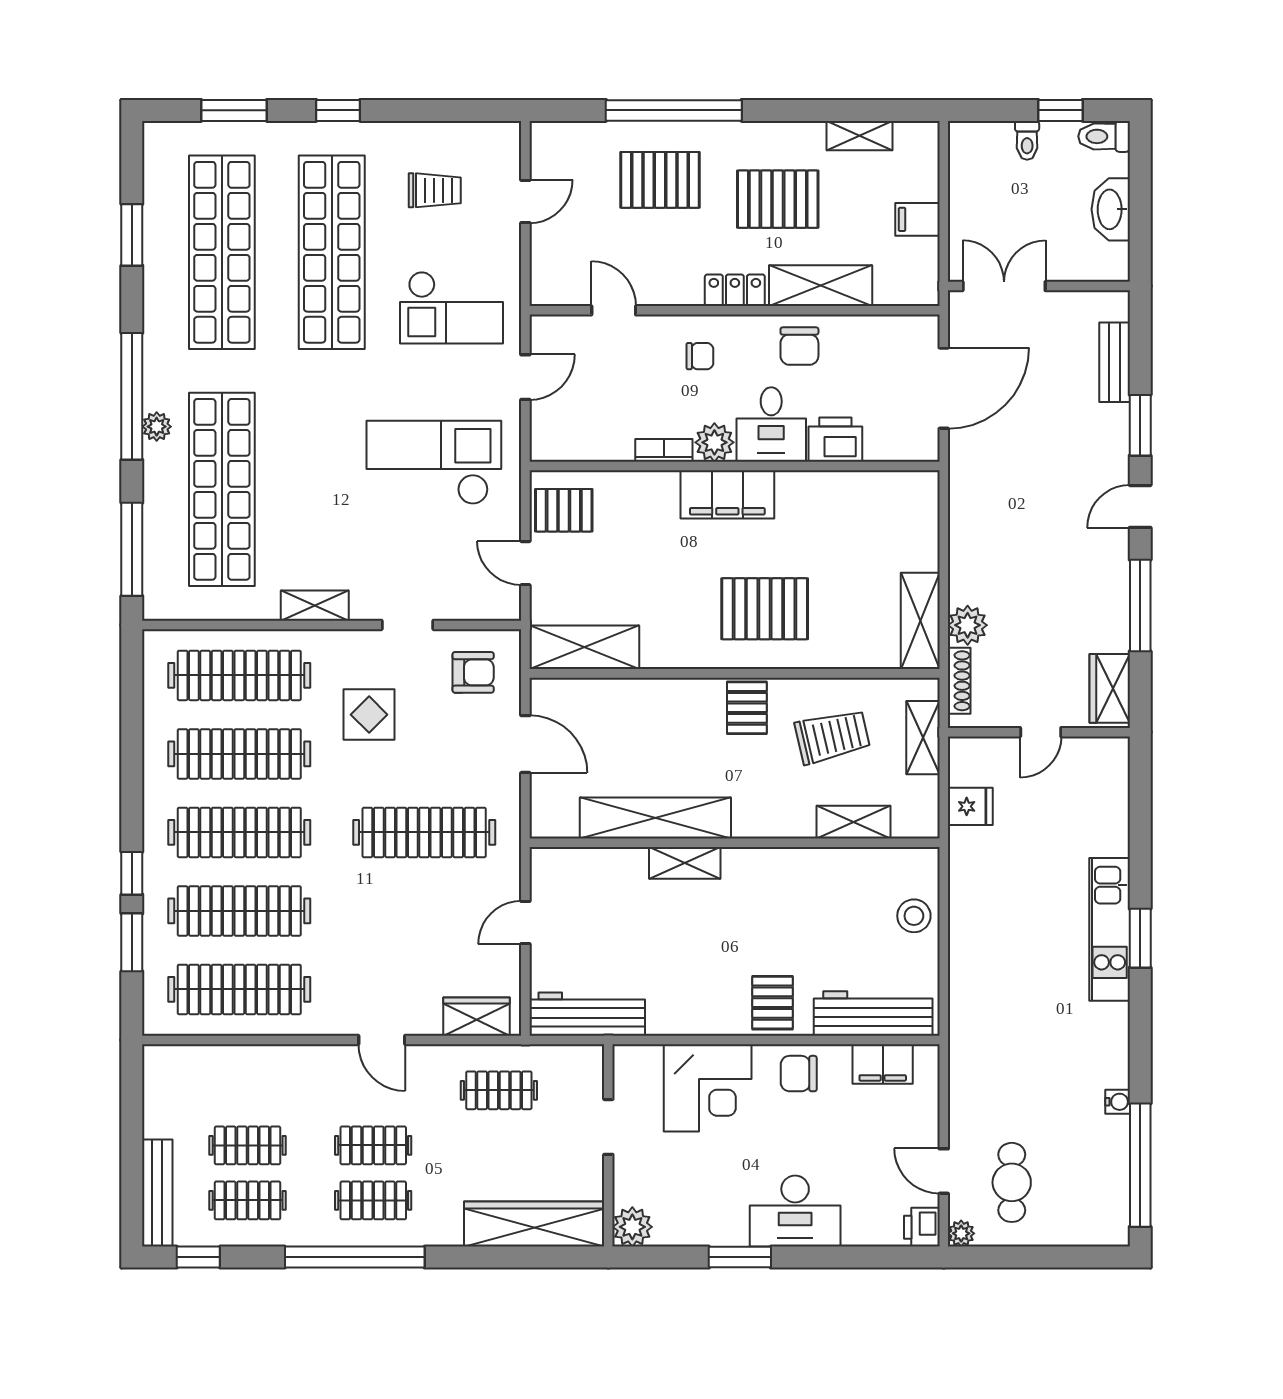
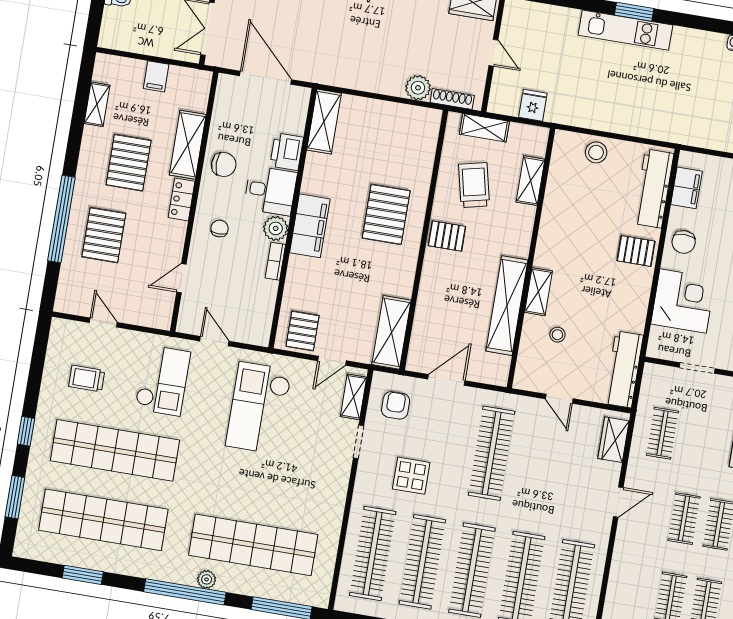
trolley: (435, 190) -> (87, 379), turned -90
shelving: (315, 606) -> (354, 397), moved
shelving: (920, 621) -> (324, 122), moved, turned 90
stool: (624, 903) -> (557, 335), added

